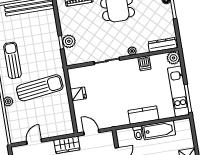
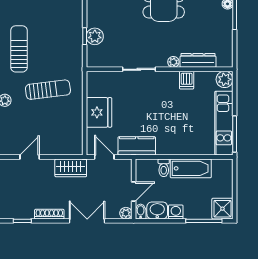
dresser: (162, 45) -> (198, 60), moved
sun lounger: (40, 88) -> (48, 90), width x0.73, depth x0.75
fridge: (78, 94) -> (99, 112), width x1.88, depth x1.34
kitchen counter: (143, 115) -> (137, 146), moved

